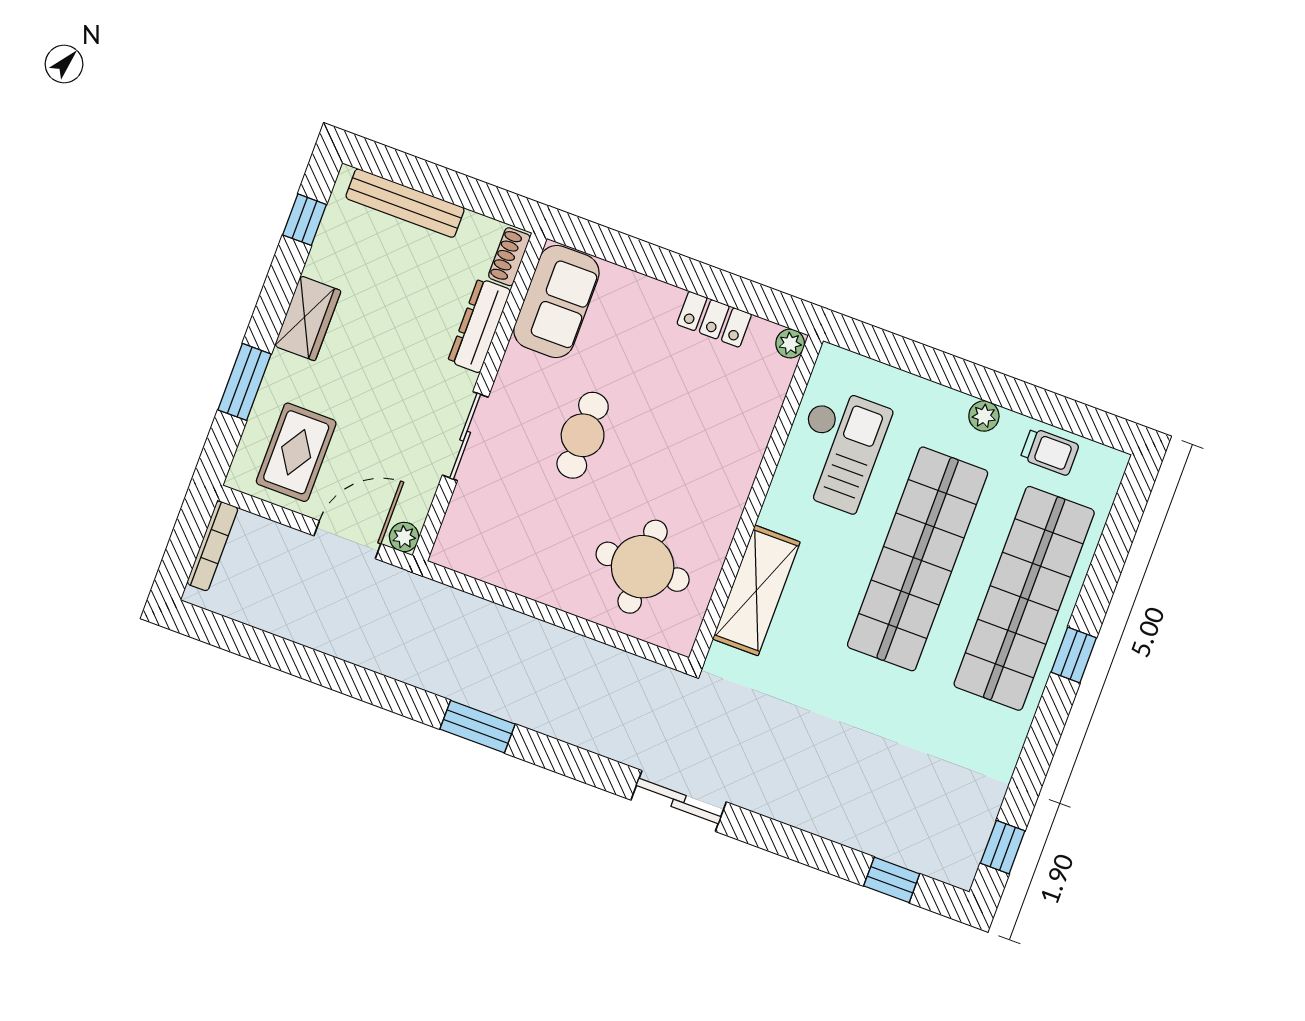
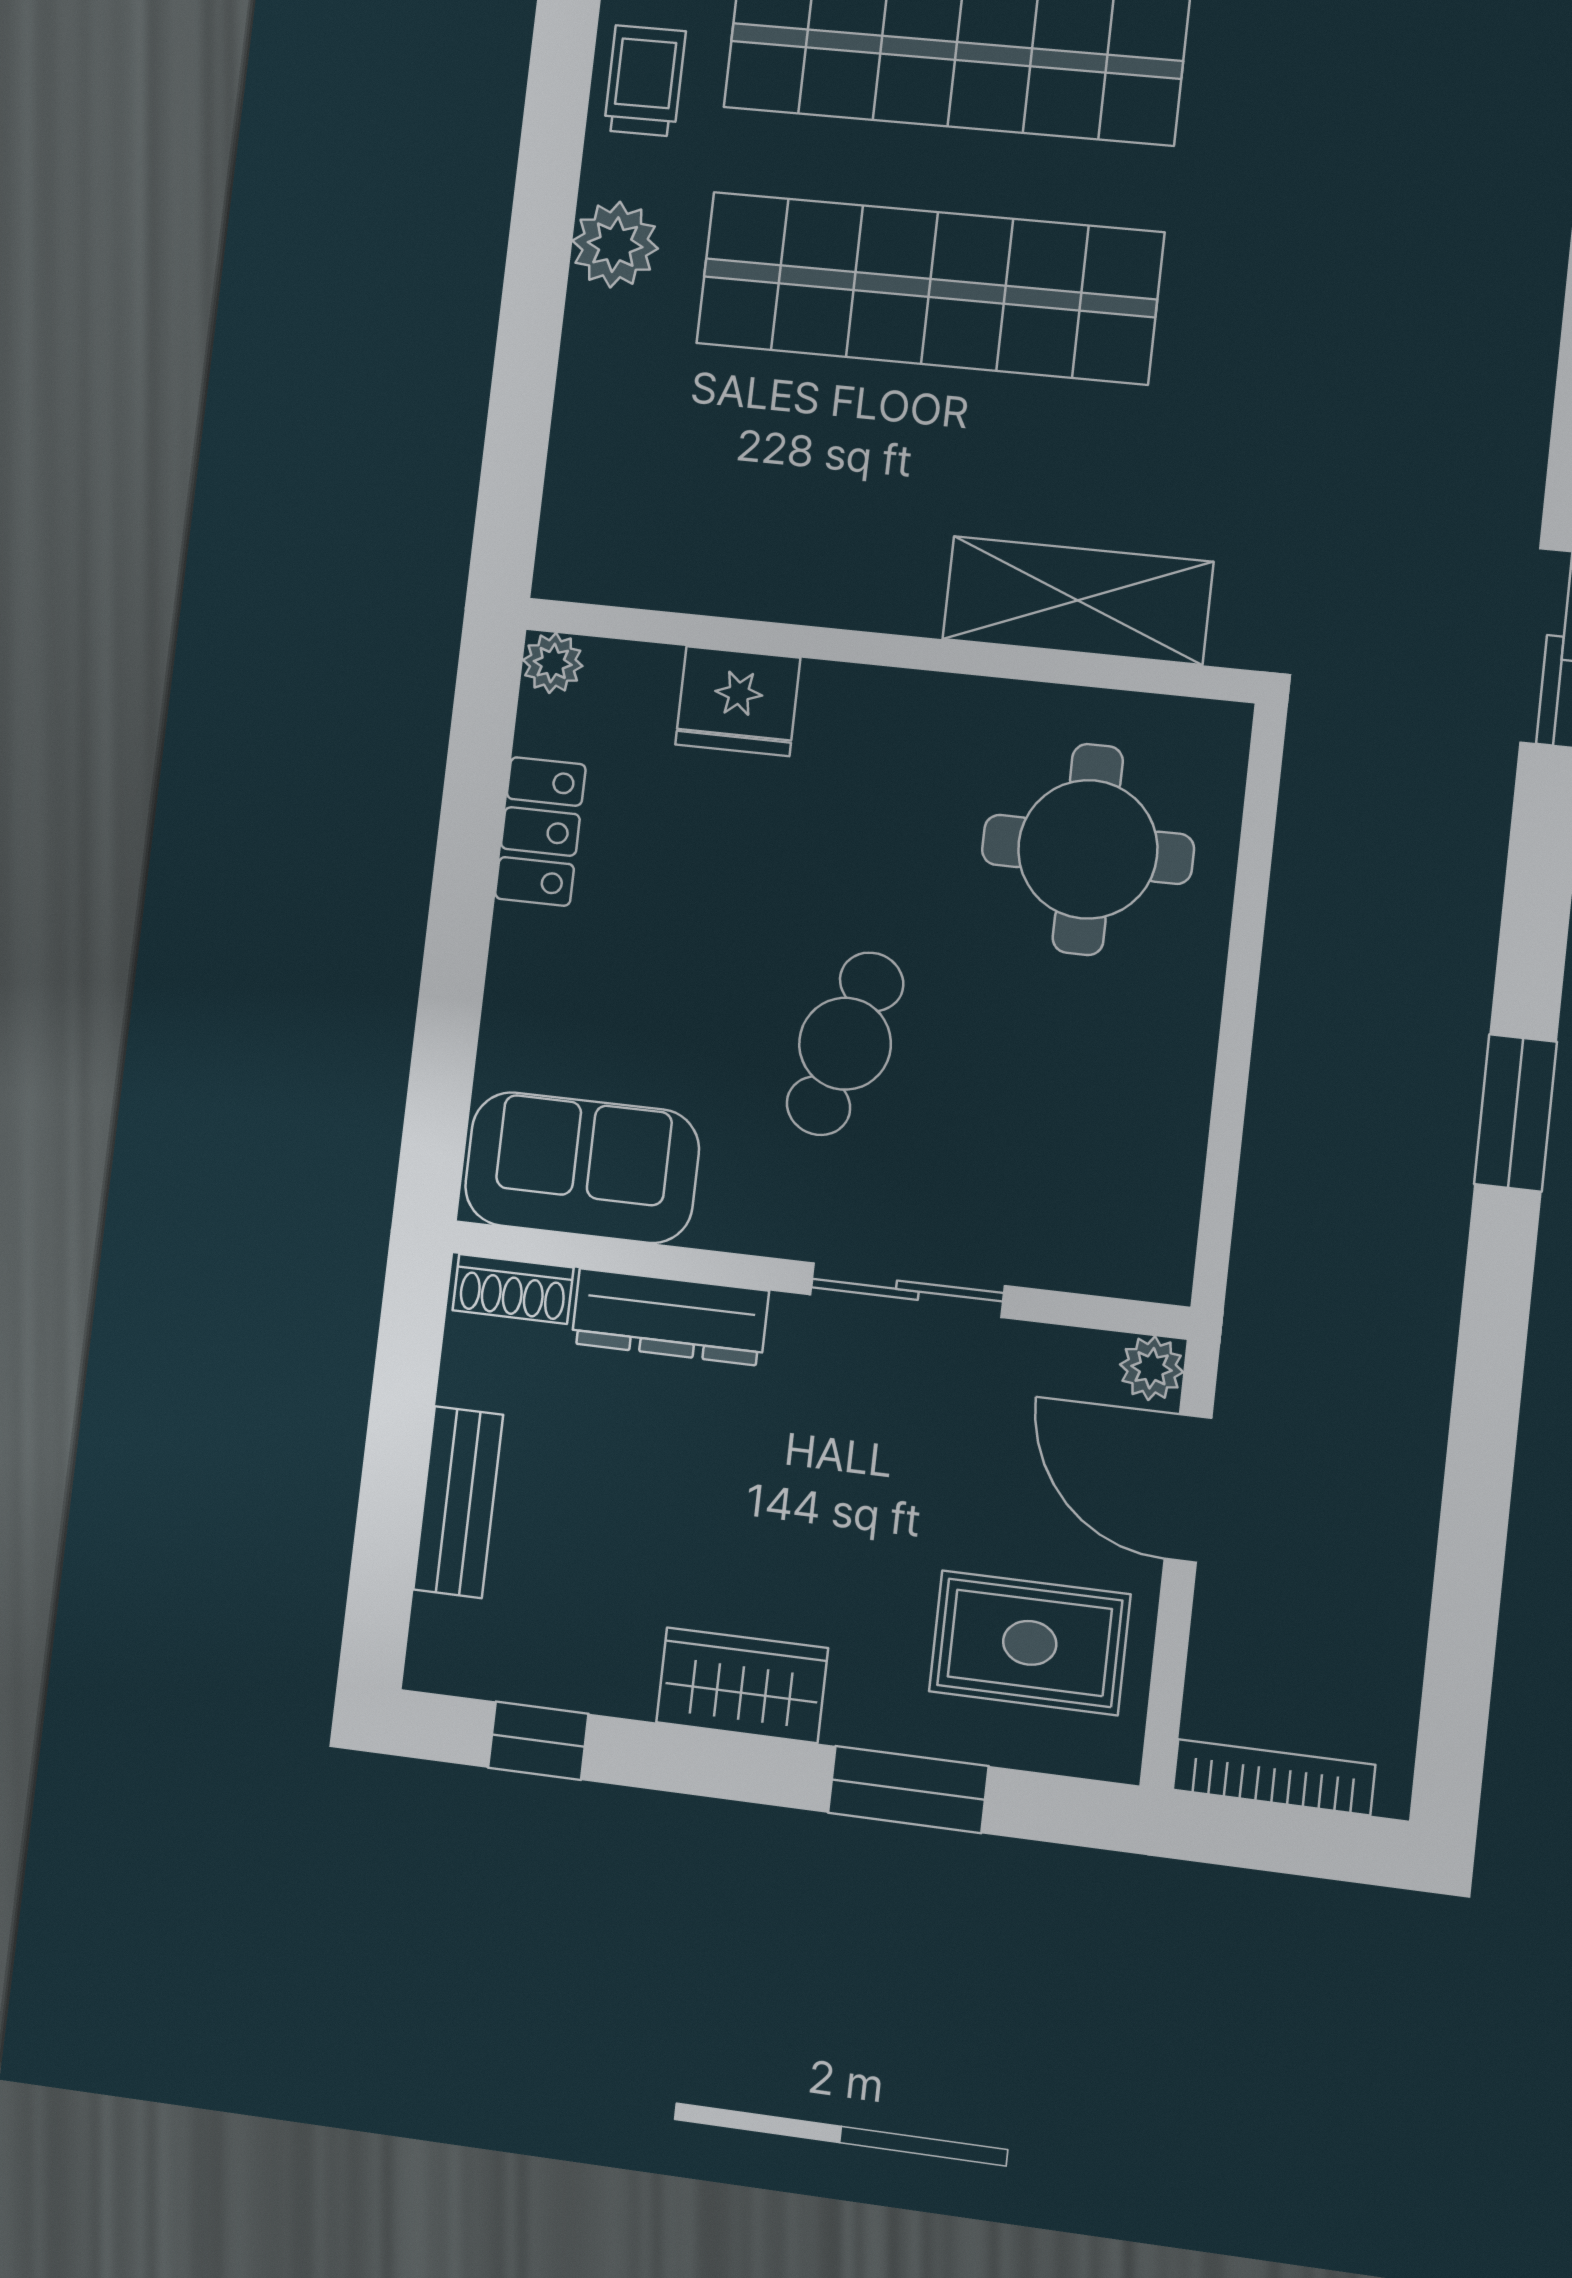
bench: (405, 203) -> (458, 1502), width x0.73
plant: (984, 416) -> (615, 245), width x1.38, depth x1.38
fridge: (751, 425) -> (738, 701), added
cafe table: (583, 435) -> (845, 1044), turned -73
checkout: (838, 449) -> (745, 510), removed

